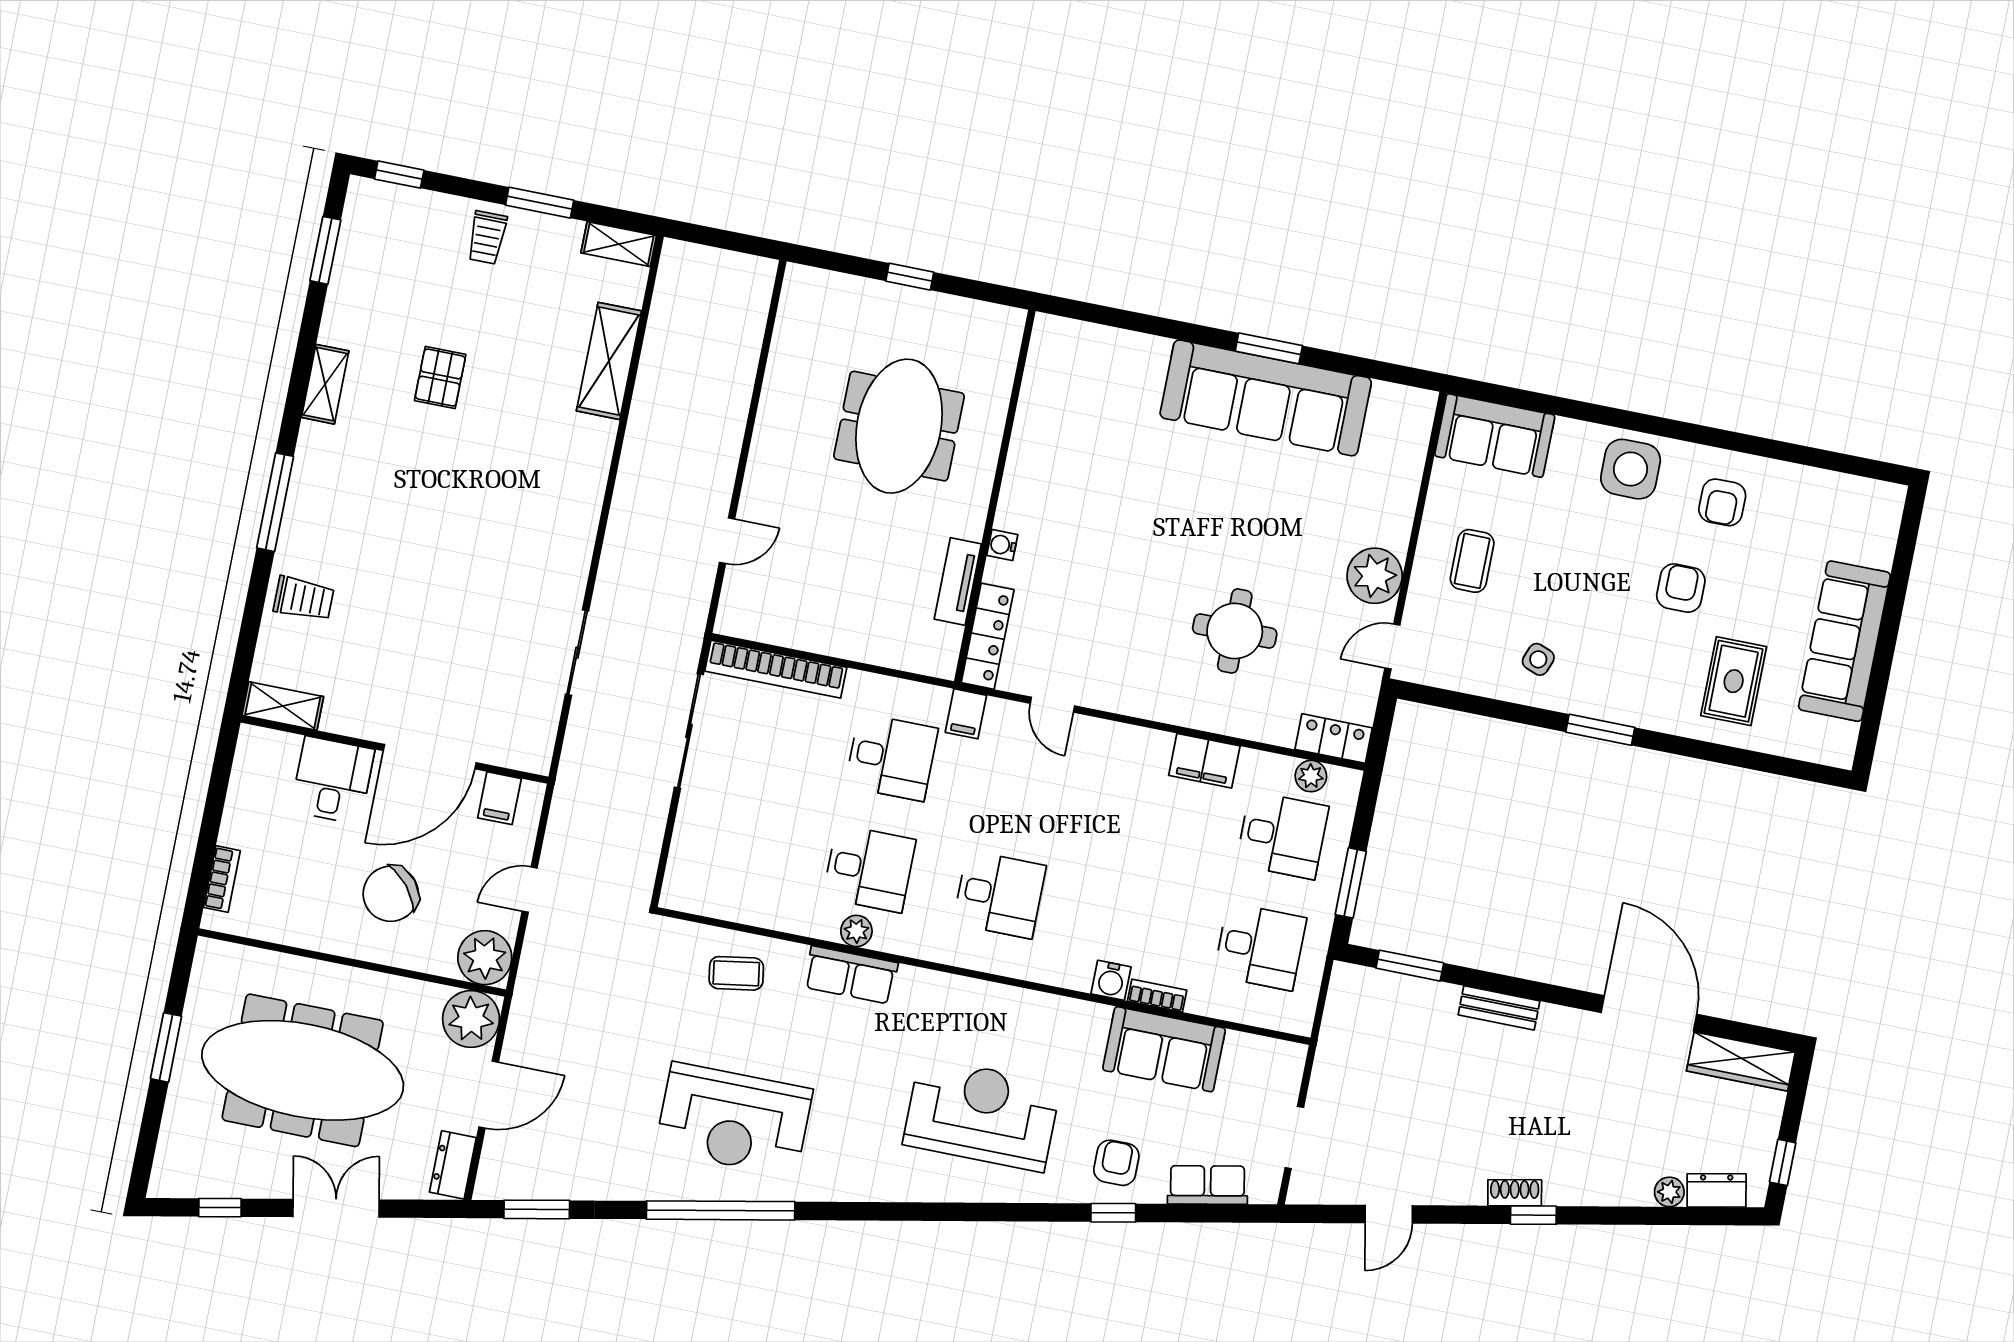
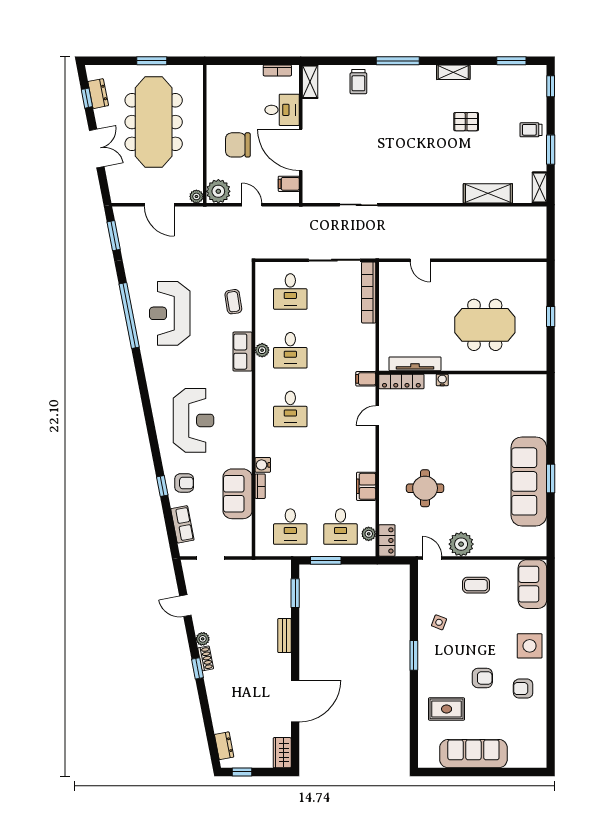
tv unit: (958, 581) -> (415, 364), width x1.41
desk: (891, 757) -> (290, 292), moved
bookcase: (222, 879) -> (277, 70), moved
chair: (391, 894) -> (238, 145), turned -50
plant: (471, 1019) -> (196, 196), width x0.53, depth x0.53
wardrobe: (1741, 1061) -> (282, 753), width x0.67
dresser: (453, 1165) -> (98, 94), moved, turned 79
plant: (1669, 1192) -> (203, 639), moved

